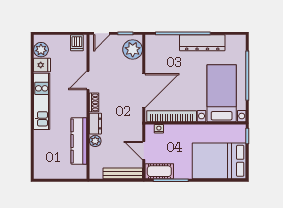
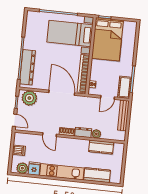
dishwasher: (77, 43) -> (19, 150), moved
dresser: (202, 43) -> (27, 67), moved
kitchen counter: (79, 141) -> (101, 147), width x0.67
kitchen counter: (42, 147) -> (97, 175), added
bed: (219, 161) -> (107, 39), moved

